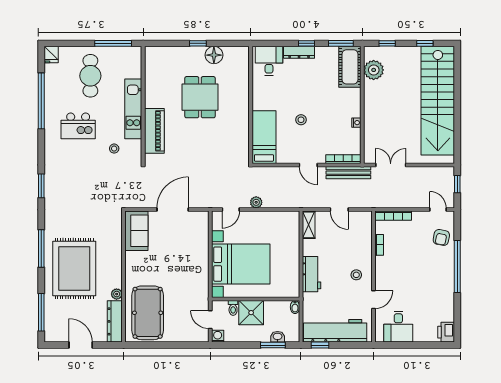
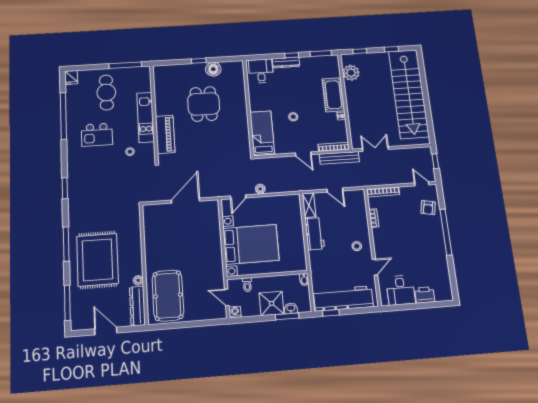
cot: (350, 67) -> (333, 95), moved
sofa: (136, 231) -> (154, 222), removed
workbench: (311, 274) -> (315, 234), moved
shower: (251, 313) -> (272, 303), moved
printer: (446, 332) -> (425, 295), moved, turned 90

